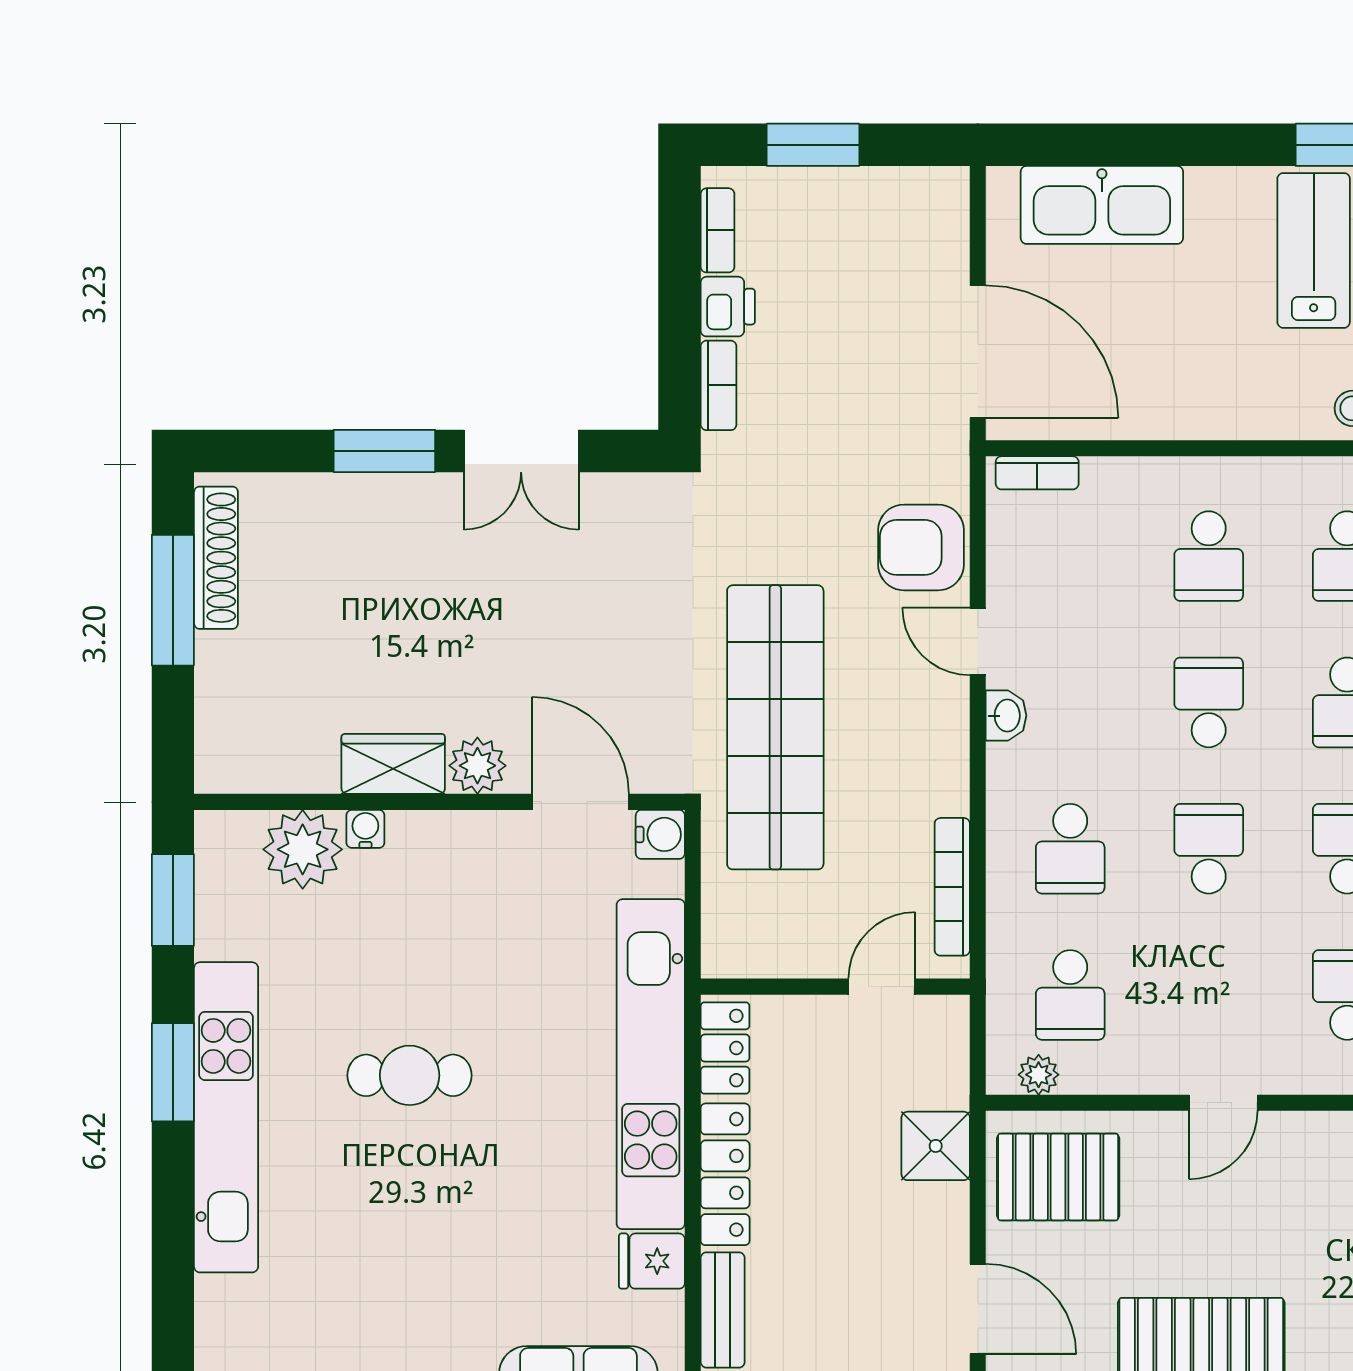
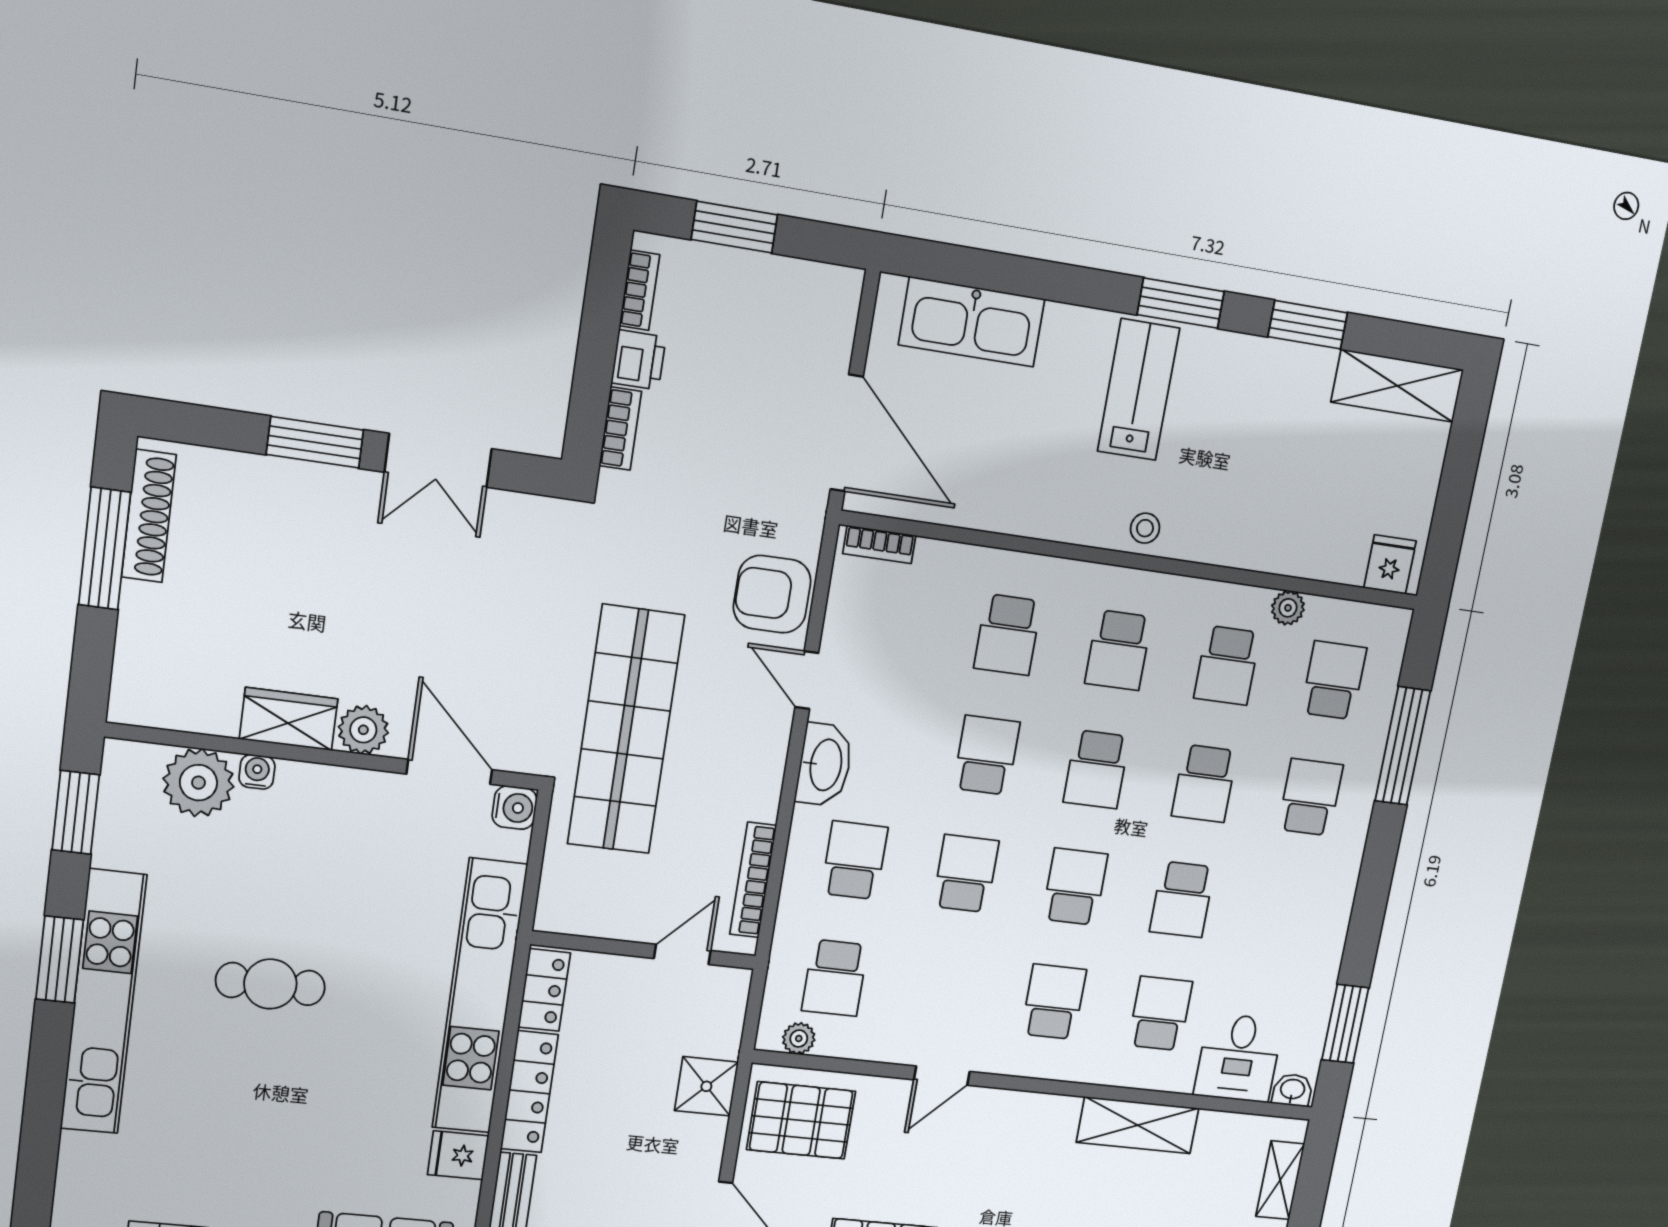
washbasin: (1006, 716) -> (824, 765), width x1.91, depth x1.45
school desk: (1070, 849) -> (854, 860), turned 180

